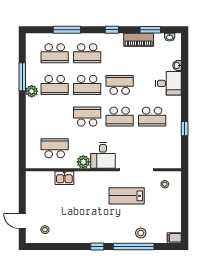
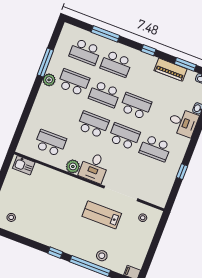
school desk: (55, 85) -> (73, 82), turned 180
school desk: (120, 117) -> (124, 136), turned 180
kitchen sink: (64, 178) -> (24, 165), moved

